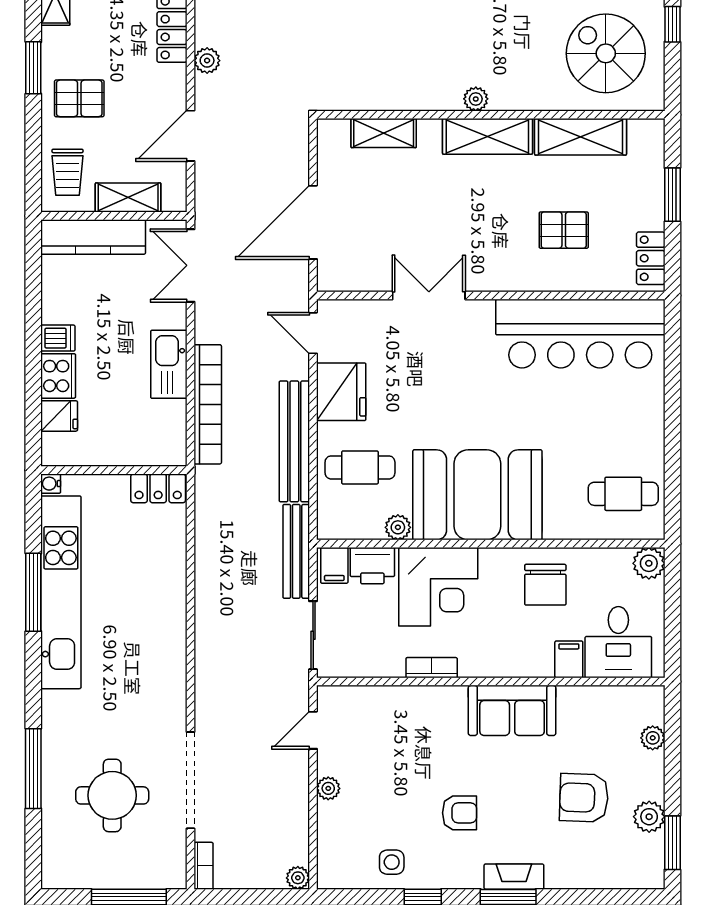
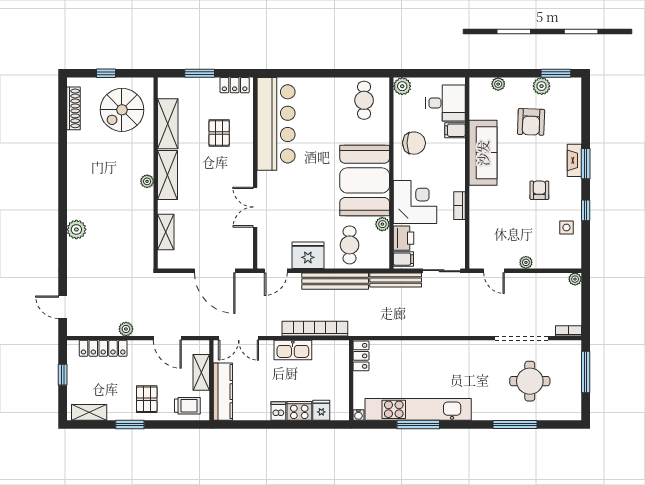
sofa: (512, 710) -> (483, 153), width x1.36

